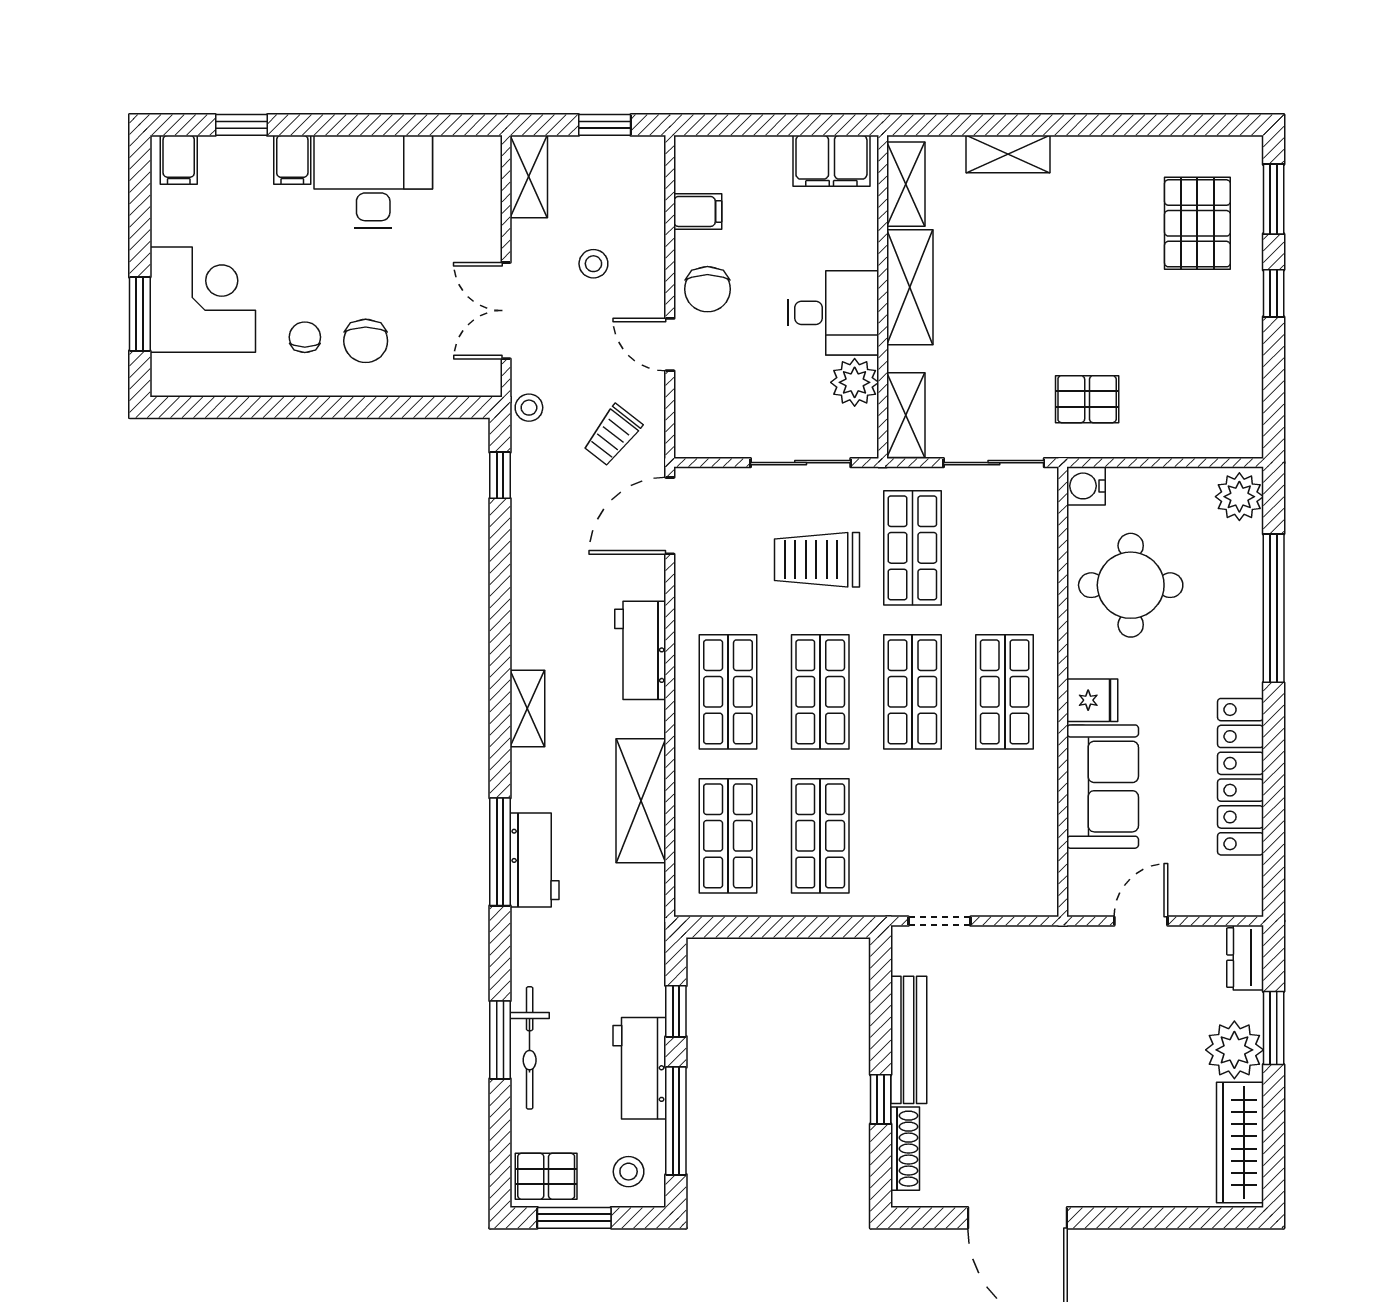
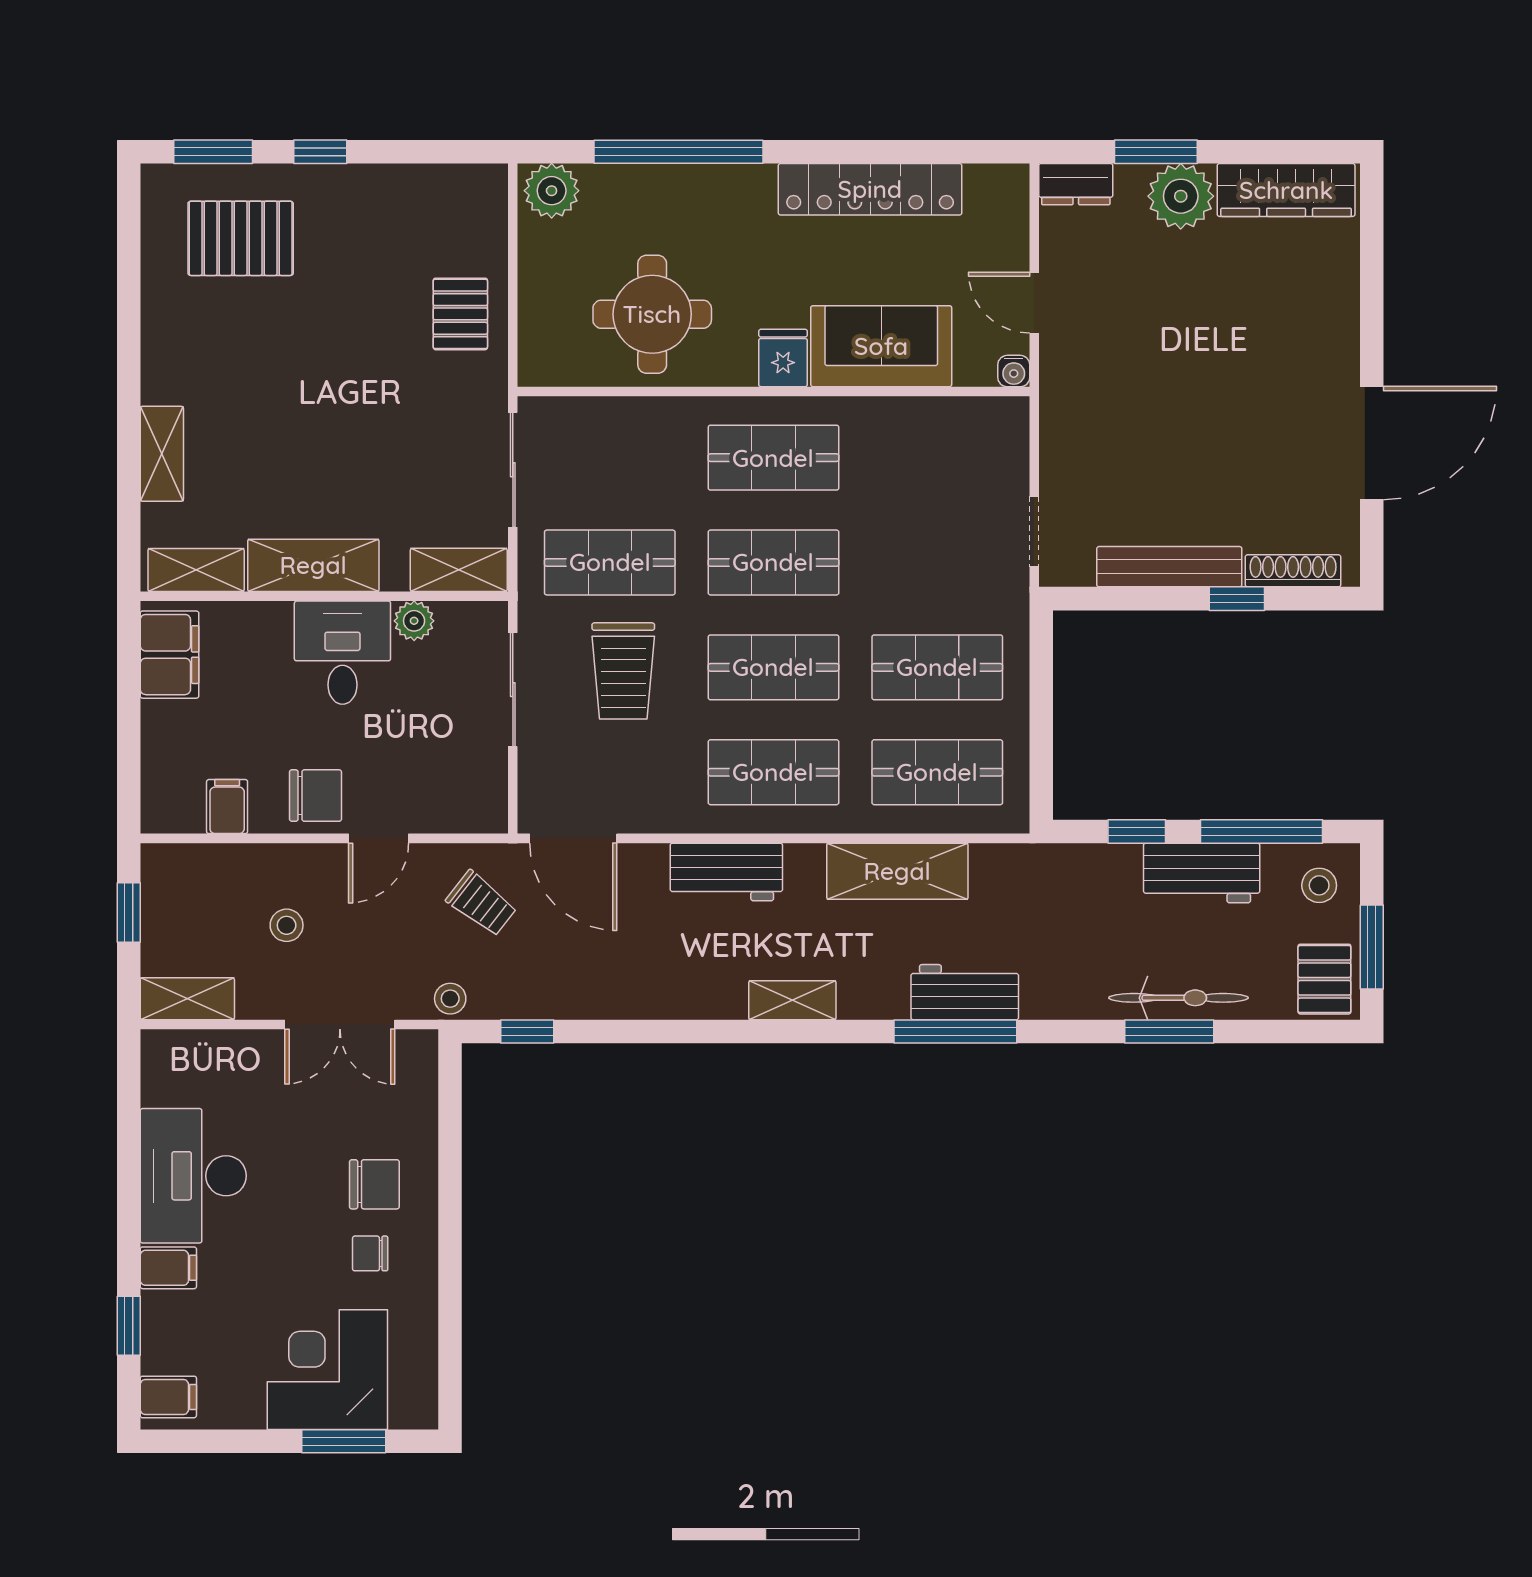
plant: (855, 382) -> (414, 621), width x0.73, depth x0.73
pallet: (1087, 399) -> (460, 314), moved
water cooler: (1086, 486) -> (1014, 371), moved, width x0.72, depth x0.72

